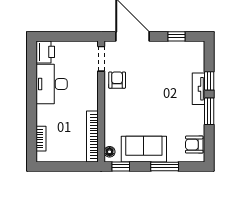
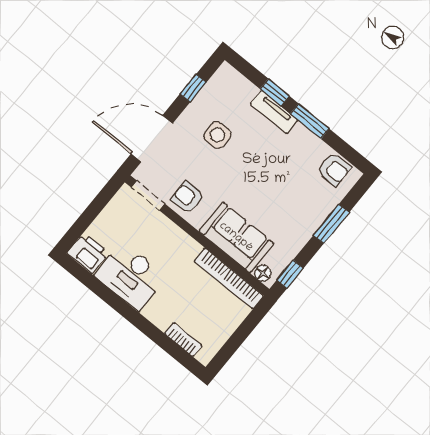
side table: (162, 69) -> (217, 135), added
armchair: (194, 145) -> (334, 169), turned -90
sofa: (144, 149) -> (236, 237), moved, turned 90

